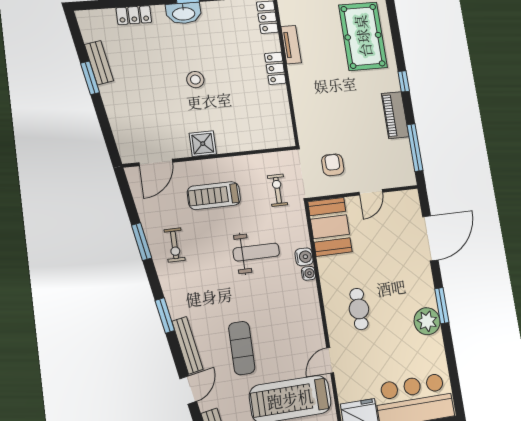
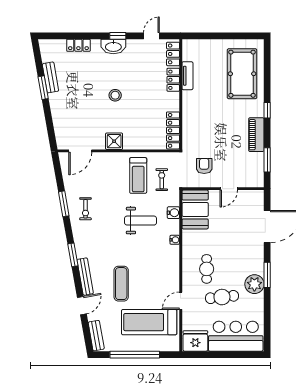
locker: (275, 68) -> (173, 80), moved
locker: (283, 120) -> (173, 130), added
window: (415, 148) -> (267, 160), width x0.69
treadmill: (214, 196) -> (138, 175), moved, turned -90
water cooler: (304, 257) -> (173, 213), moved
cafe table: (386, 346) -> (222, 297), added

